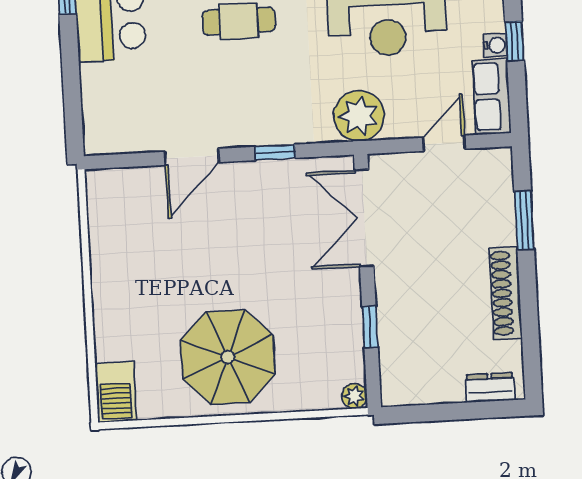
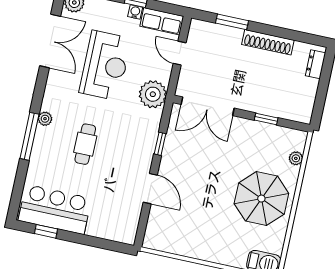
plant: (354, 396) -> (296, 158), moved

